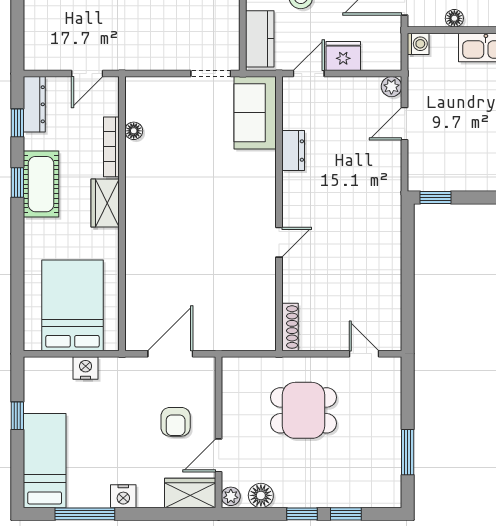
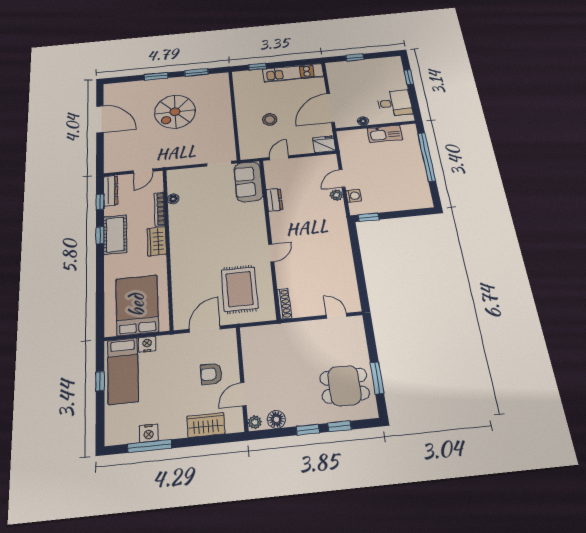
kitchen counter: (260, 39) -> (247, 143), removed
washing machine: (418, 44) -> (354, 196), moved
fridge: (343, 56) -> (324, 144), moved
plant: (391, 87) -> (336, 195), moved
rug: (226, 296) -> (240, 289), added
dining table: (304, 410) -> (345, 386), moved
armchair: (176, 422) -> (211, 374), turned 90
bed: (45, 461) -> (123, 371), moved, turned 180
wardrobe: (190, 493) -> (206, 425), moved
nightstand: (123, 496) -> (149, 433), moved

